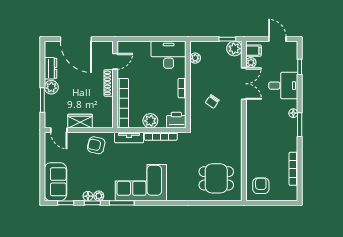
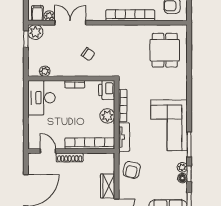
bookcase: (251, 144) -> (130, 15), added

